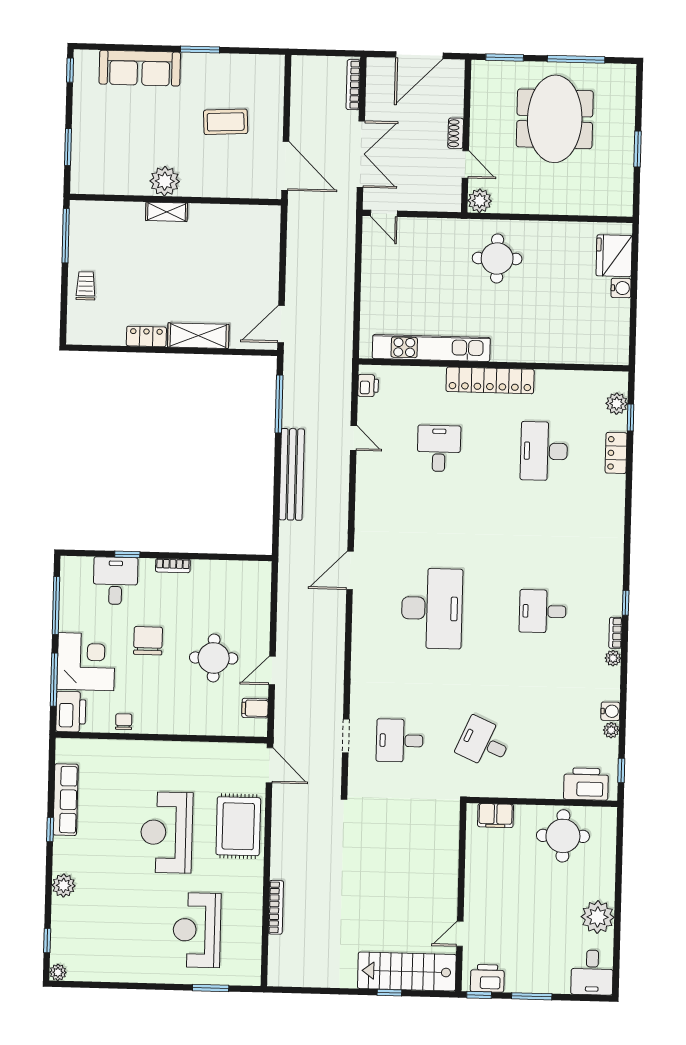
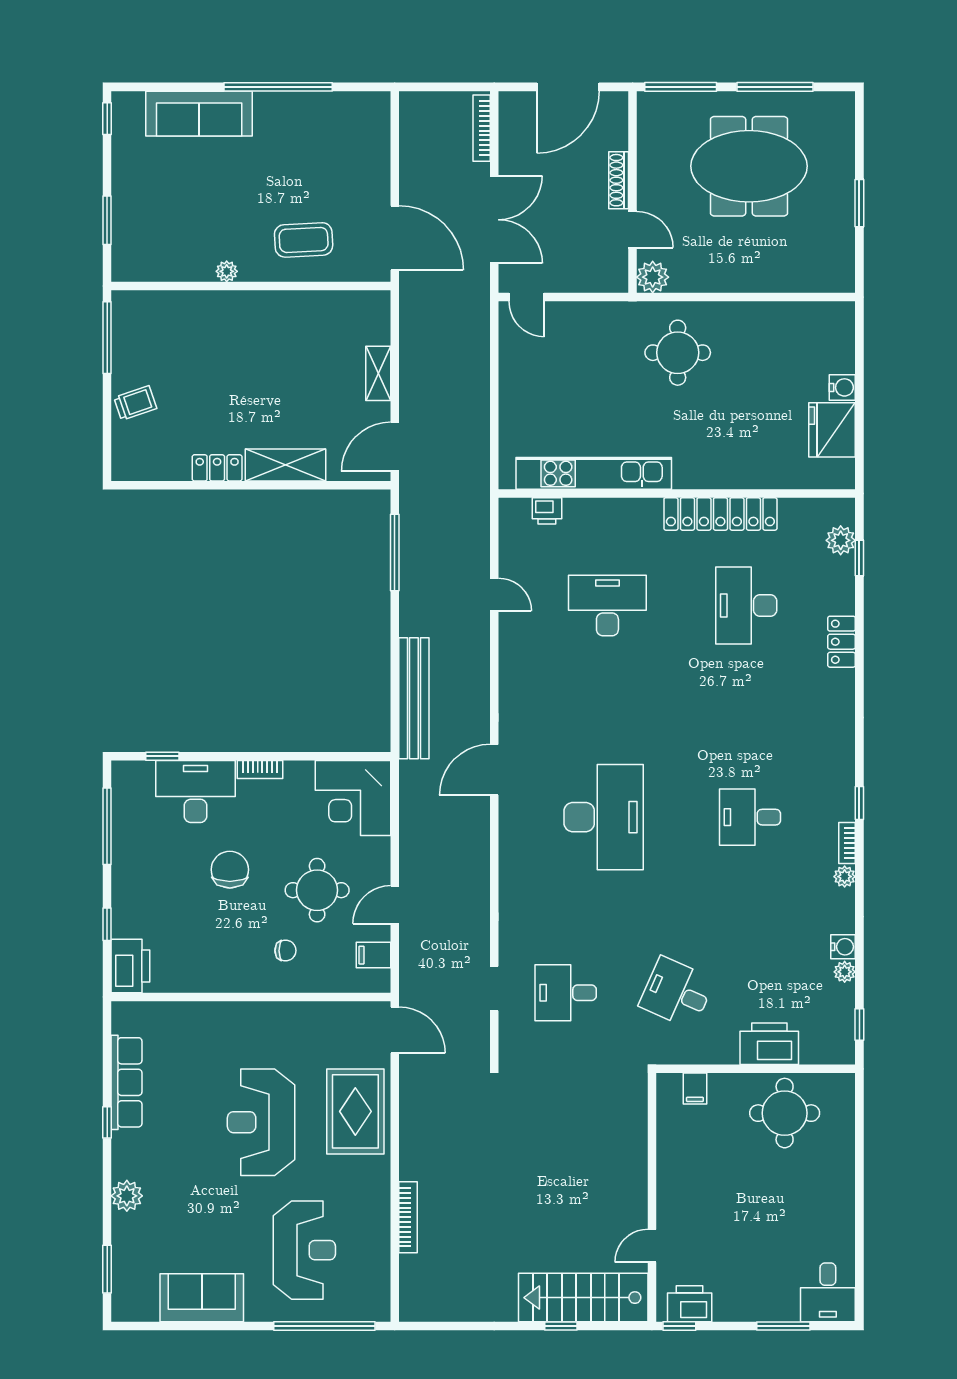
window: (200, 49) -> (278, 87), width x2.11
window: (505, 57) -> (681, 87), width x1.44
meeting table: (555, 119) -> (749, 166), turned 90
coffee table: (226, 122) -> (304, 240), moved
shoe rack: (456, 133) -> (619, 180), width x1.43
plant: (165, 181) -> (227, 271), width x0.53, depth x0.53
shelving: (167, 212) -> (378, 373), moved, turned 90
fridge: (614, 256) -> (832, 430), moved
trolley: (86, 286) -> (135, 403), turned 71
locker: (490, 380) -> (720, 514), moved
printer: (368, 386) -> (547, 511), moved, turned 90
desk: (439, 448) -> (607, 606), width x1.37
locker: (616, 453) -> (842, 642), moved
bench: (292, 474) -> (414, 698), moved
window: (127, 554) -> (162, 756), moved
desk: (115, 581) -> (196, 792), width x1.37
corner desk: (86, 662) -> (353, 798), moved, turned 180
window: (54, 680) -> (107, 924), width x0.46
chair: (124, 722) -> (285, 951), moved, turned 90
printer: (586, 784) -> (769, 1044), moved
filing cabinet: (496, 816) -> (695, 1088), width x0.50
plant: (598, 917) -> (833, 1219), removed
reception desk: (197, 930) -> (304, 1250), turned 180
window: (47, 941) -> (107, 1269), width x1.50
sofa: (118, 964) -> (202, 1298), added
plant: (58, 972) -> (122, 1311), removed
window: (211, 988) -> (324, 1326), width x2.11
window: (532, 996) -> (783, 1326), moved

